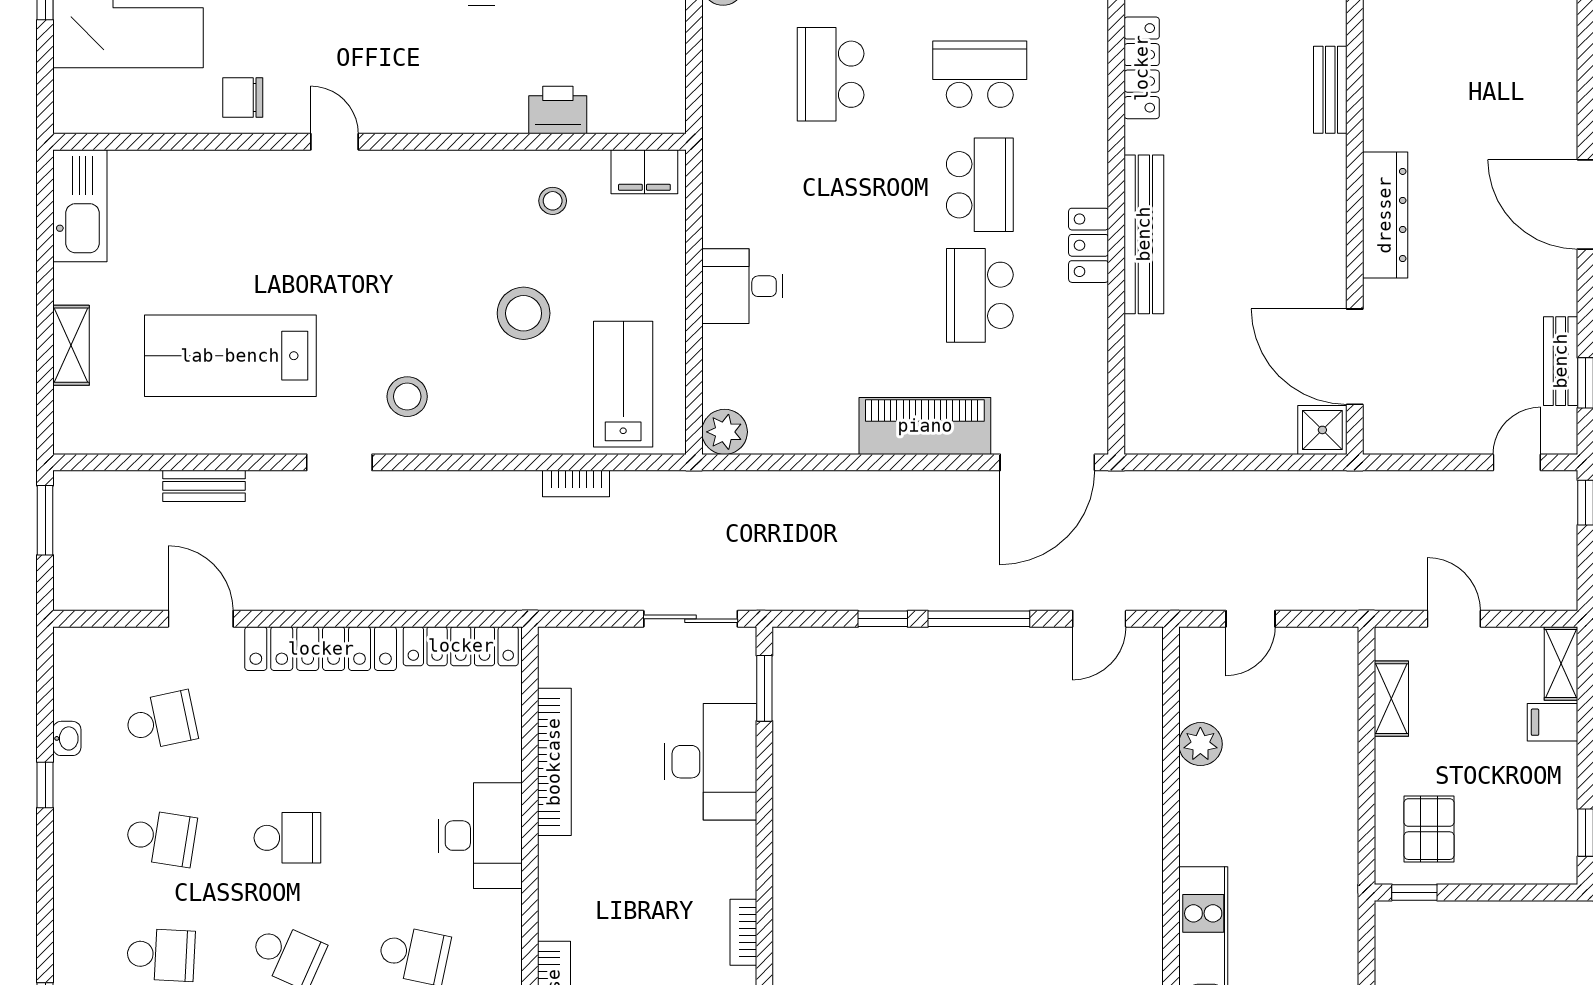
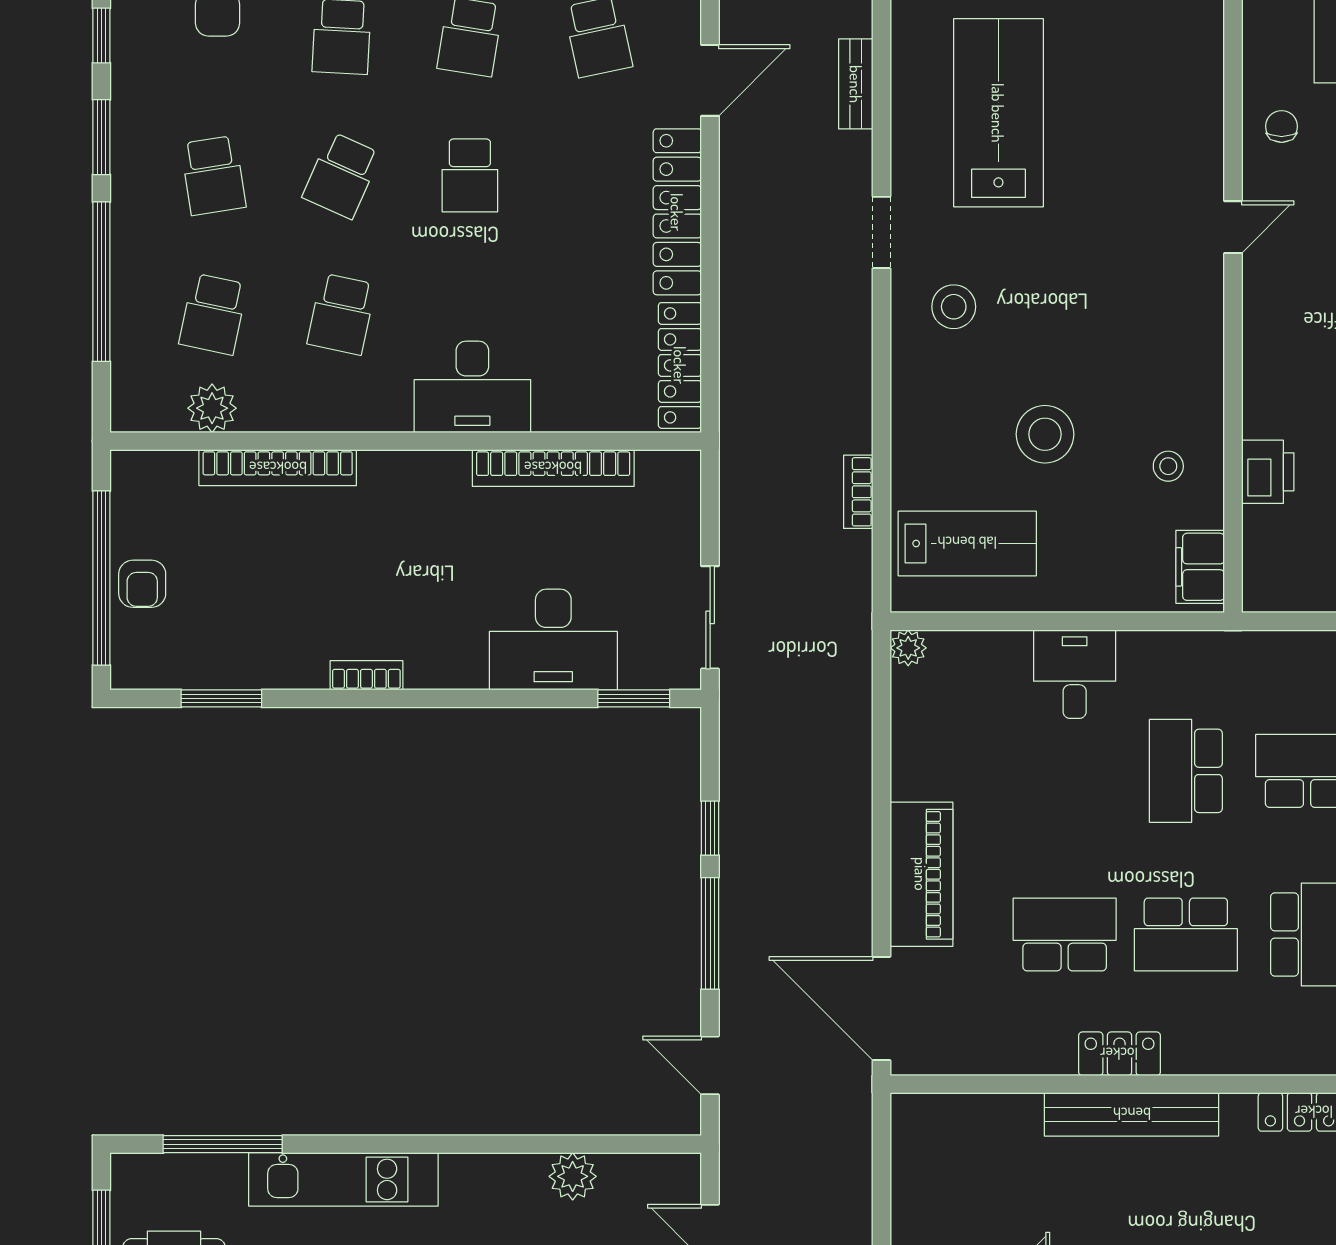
chair: (243, 97) -> (1282, 126), width x0.73, depth x0.73
school desk: (831, 185) -> (1186, 771), added
plant: (725, 432) -> (908, 648), width x0.73, depth x0.73

